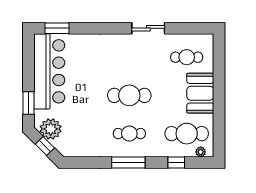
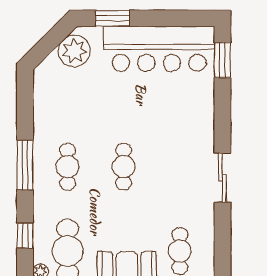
sliding door: (148, 28) -> (222, 178), moved
cafe table: (129, 95) -> (124, 167), width x0.73, depth x0.74
window: (45, 146) -> (49, 42), removed

